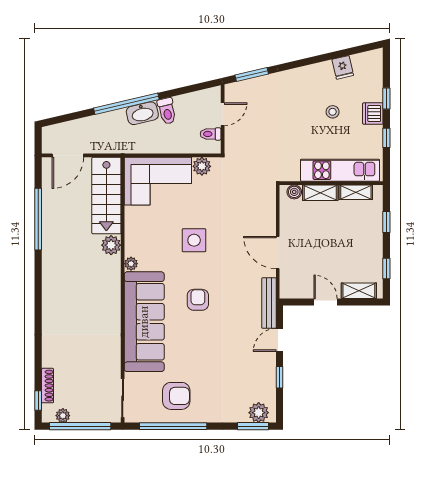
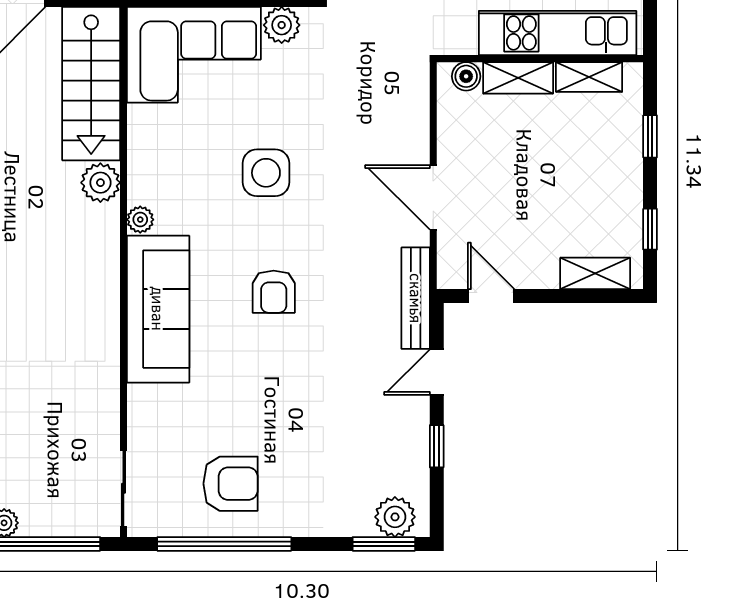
armchair: (198, 300) -> (274, 292), turned 180
door: (326, 302) -> (491, 296), moved
sofa: (144, 322) -> (158, 309), width x0.74, depth x0.79

